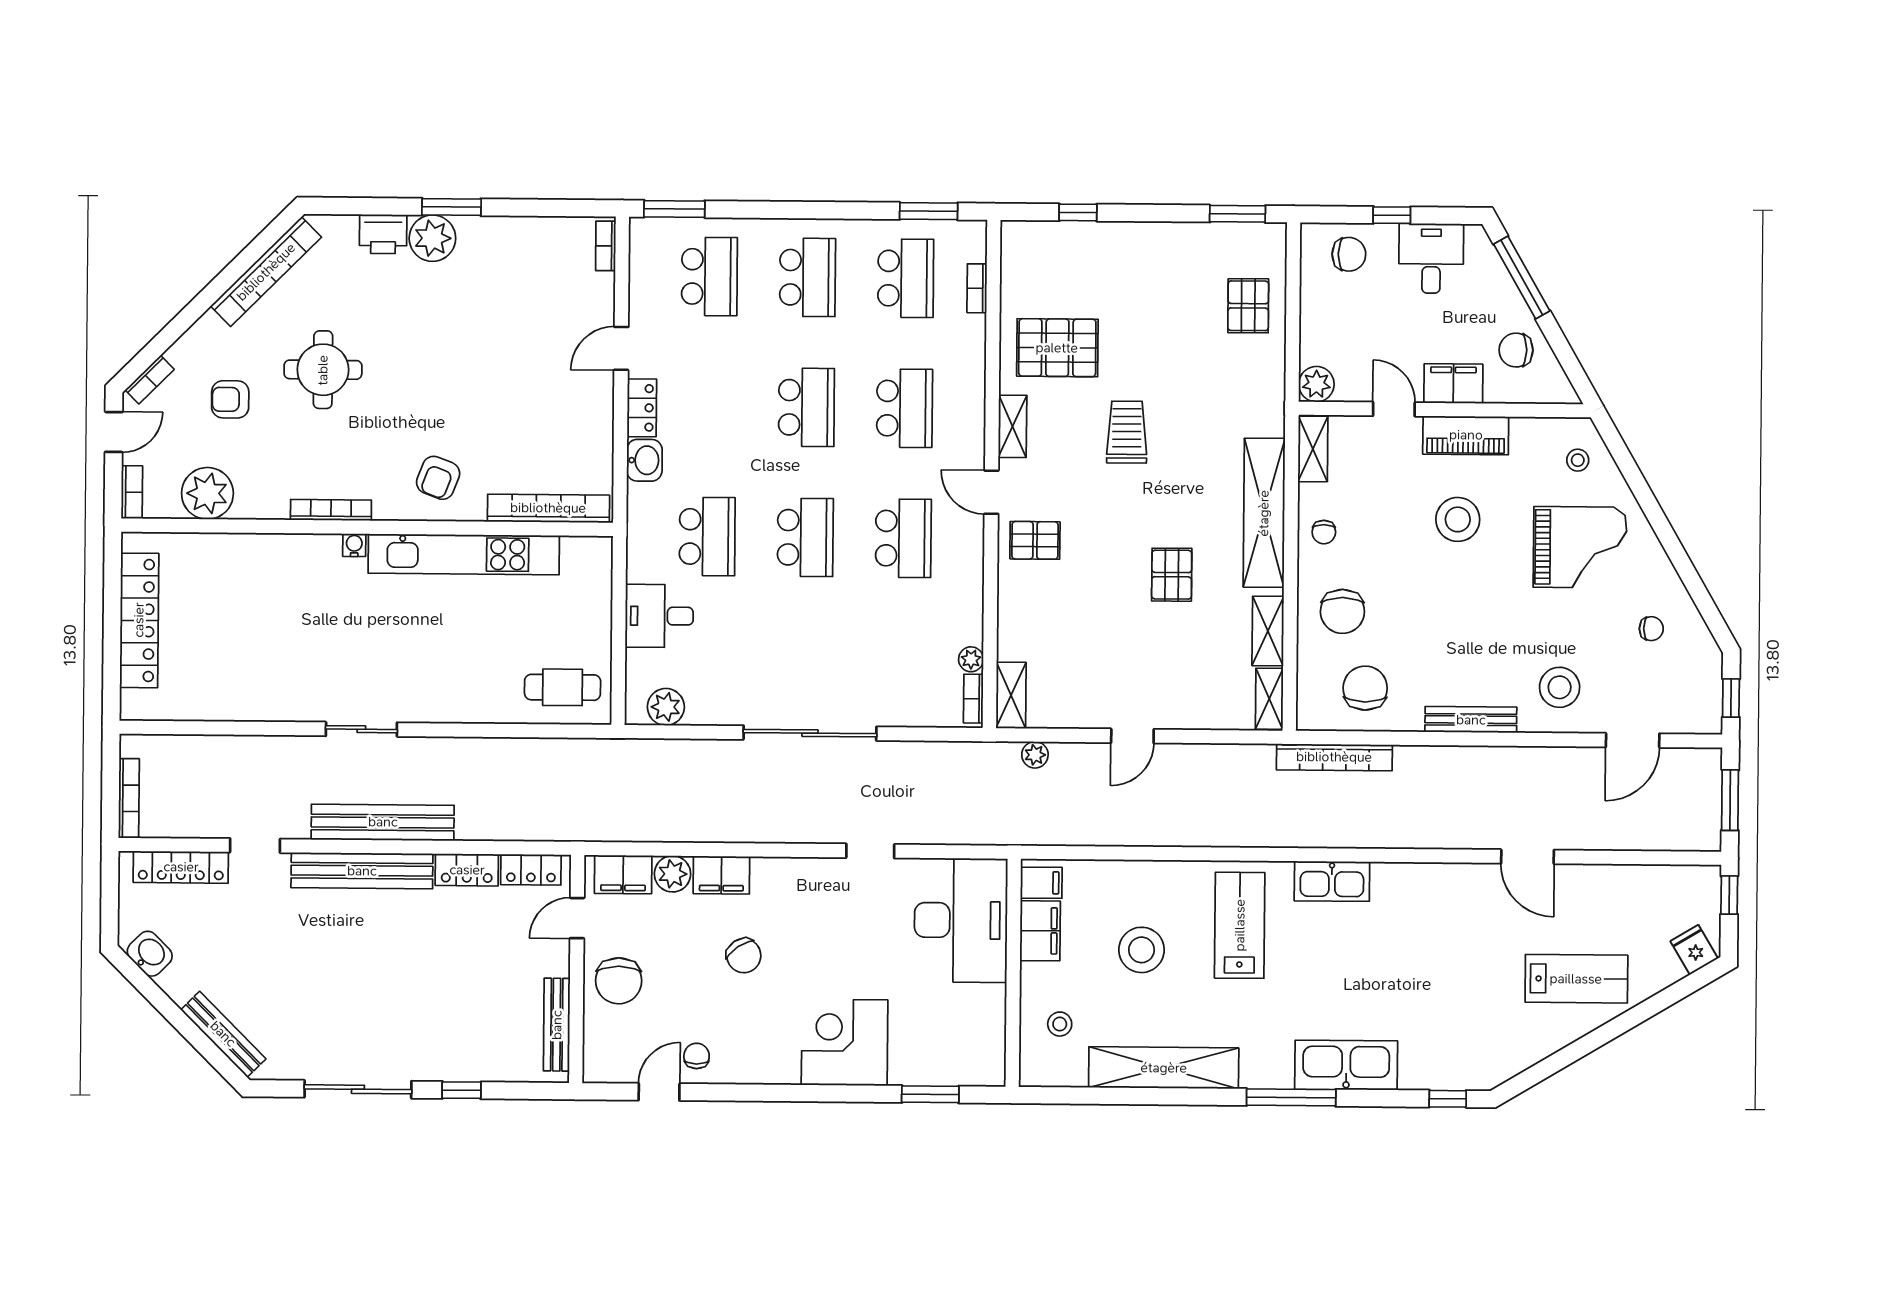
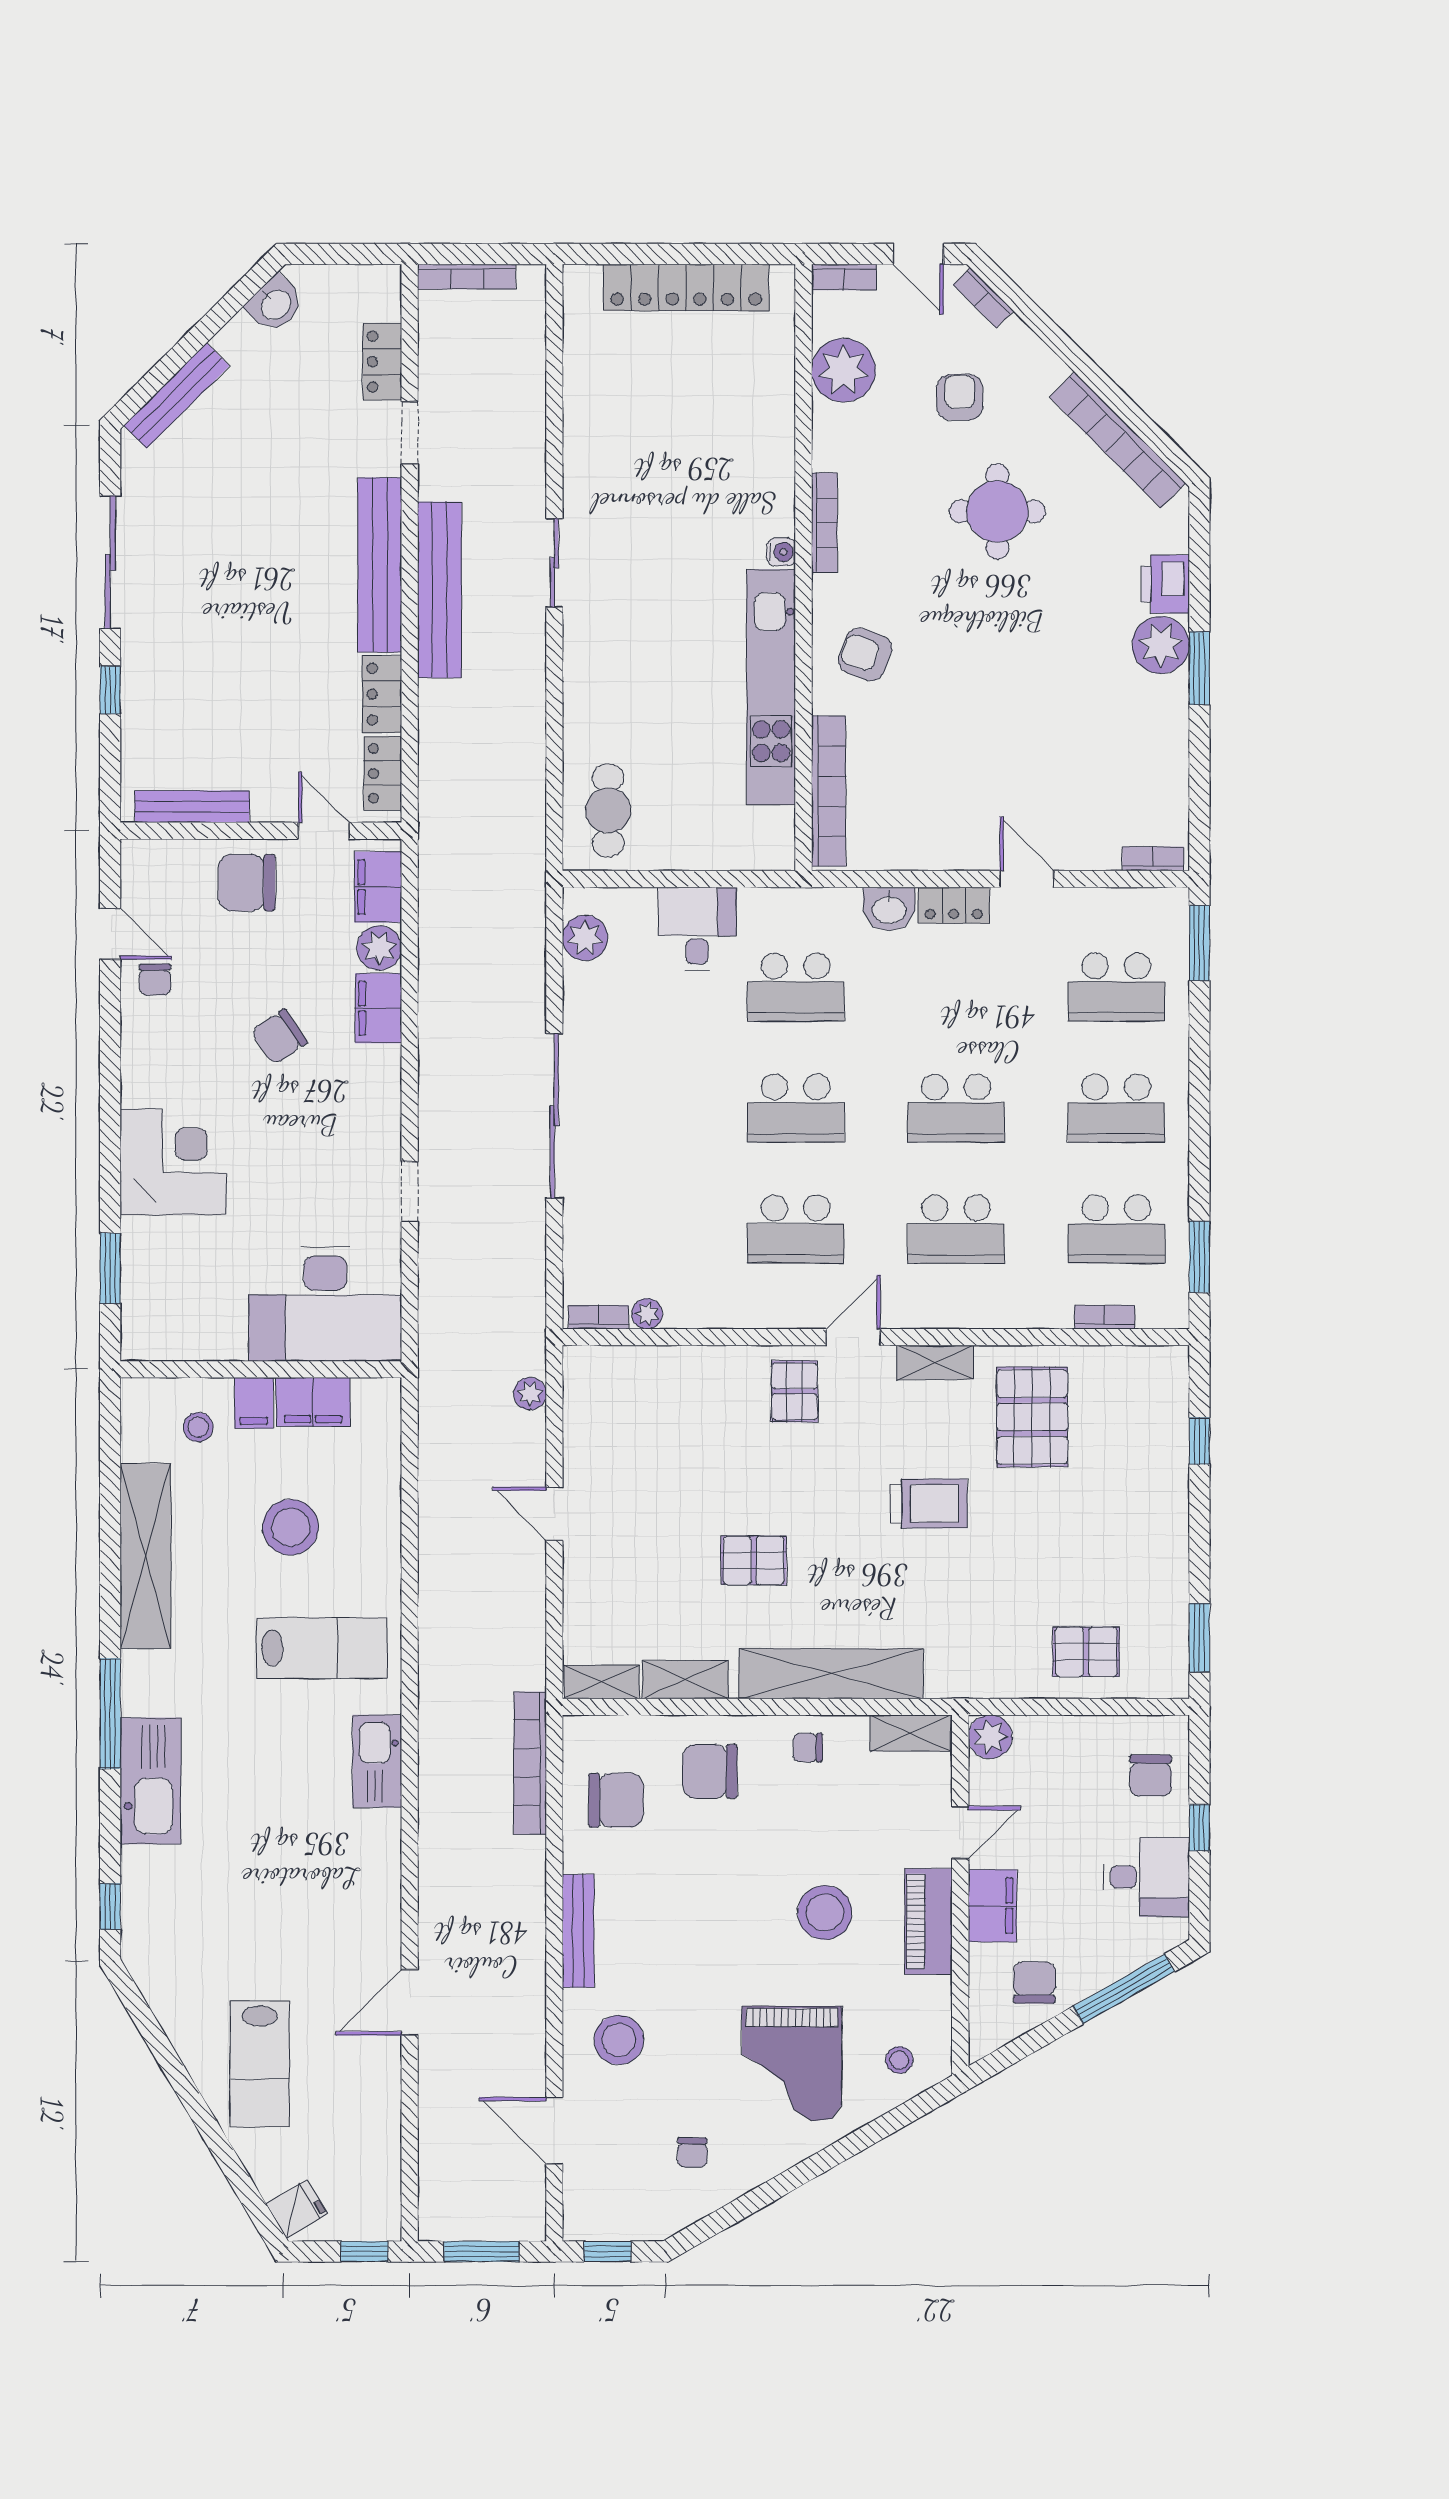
shelving: (1011, 695) -> (603, 1364), removed
locker: (181, 867) -> (382, 362), width x0.66
filing cabinet: (1041, 883) -> (254, 1403), moved
chair: (697, 1056) -> (155, 980), turned 90

